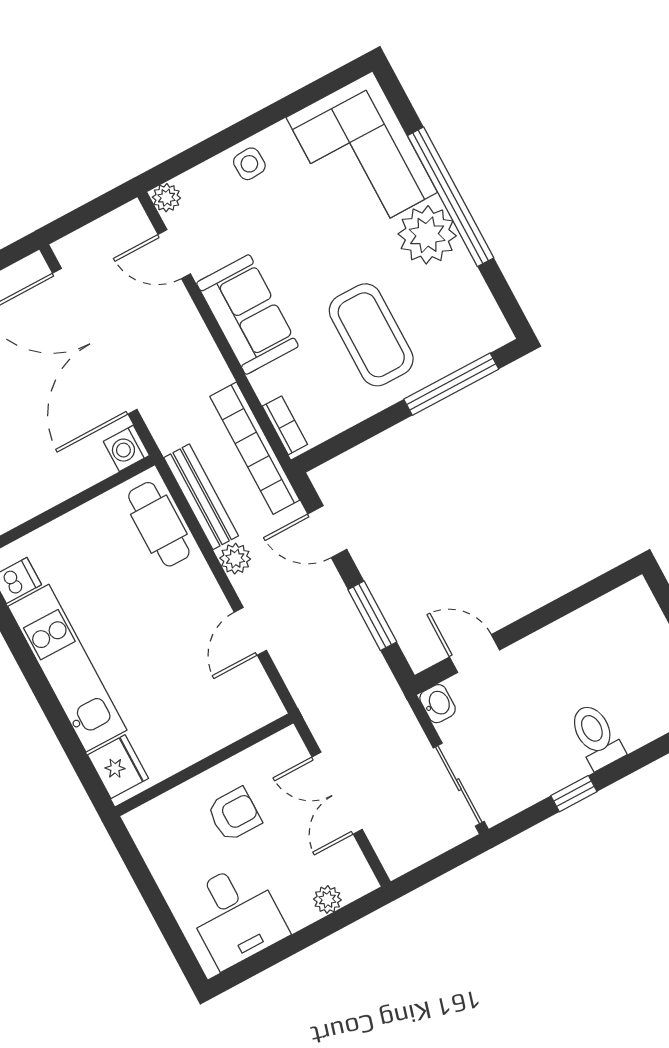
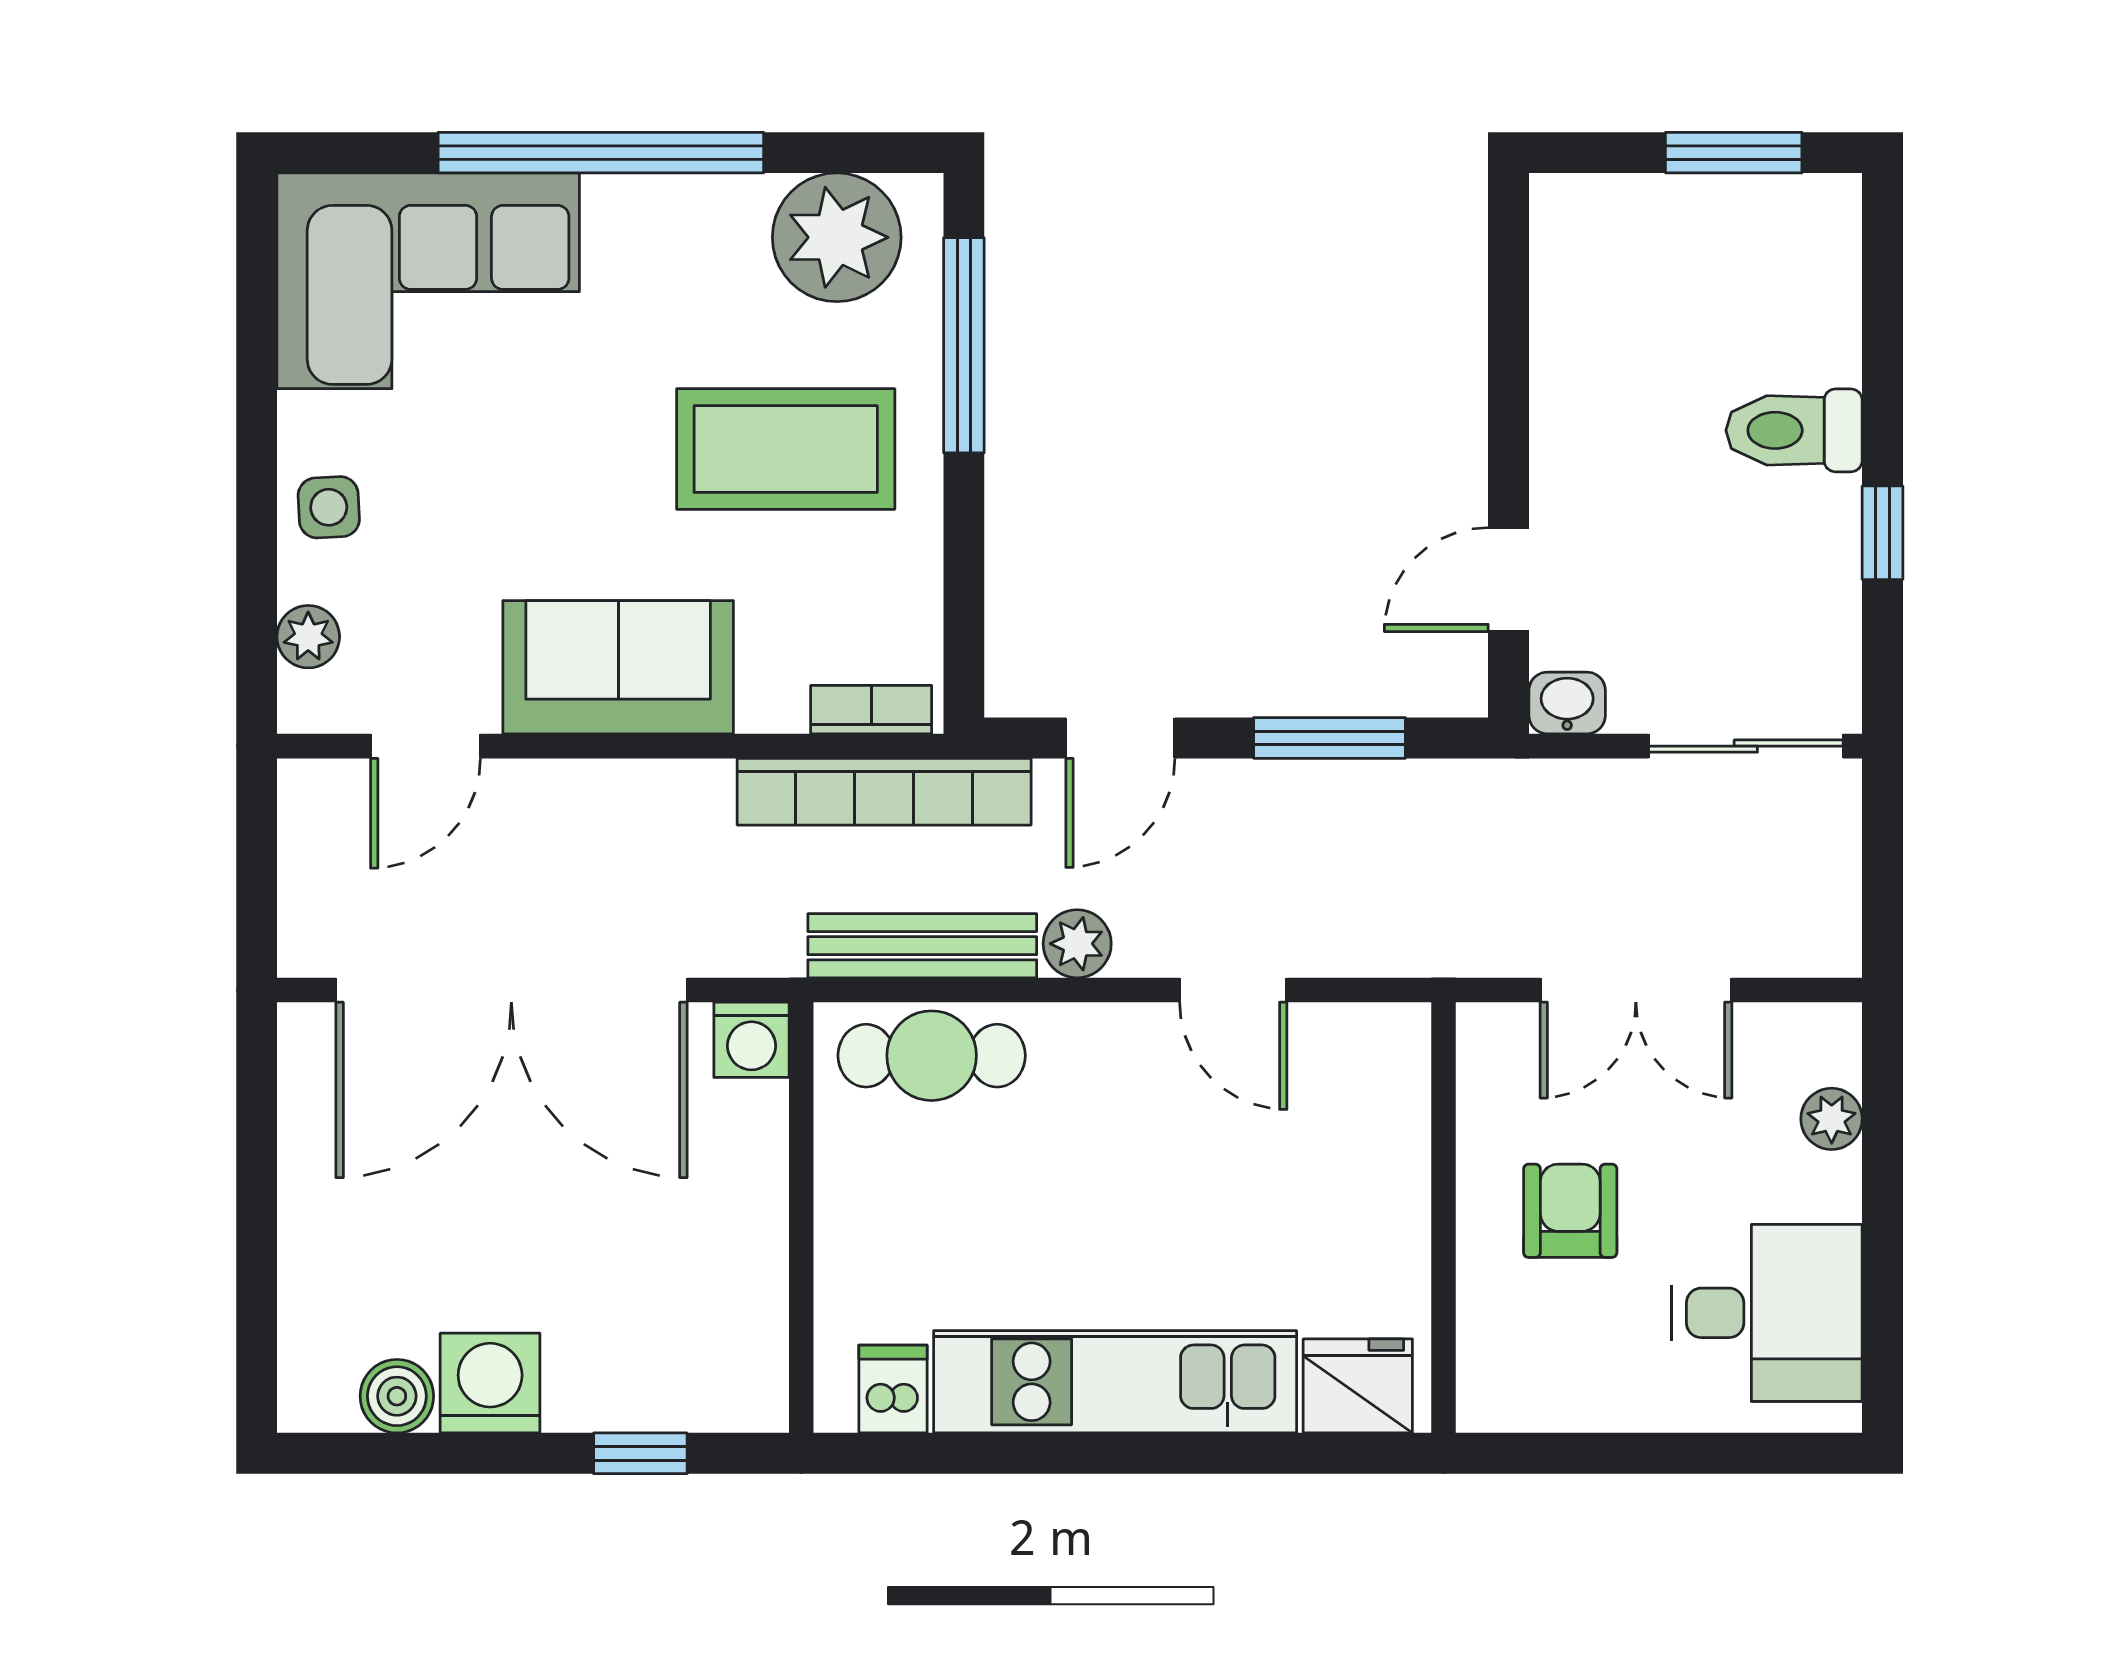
plant: (166, 198) -> (308, 637), moved
plant: (427, 235) -> (837, 237), moved

